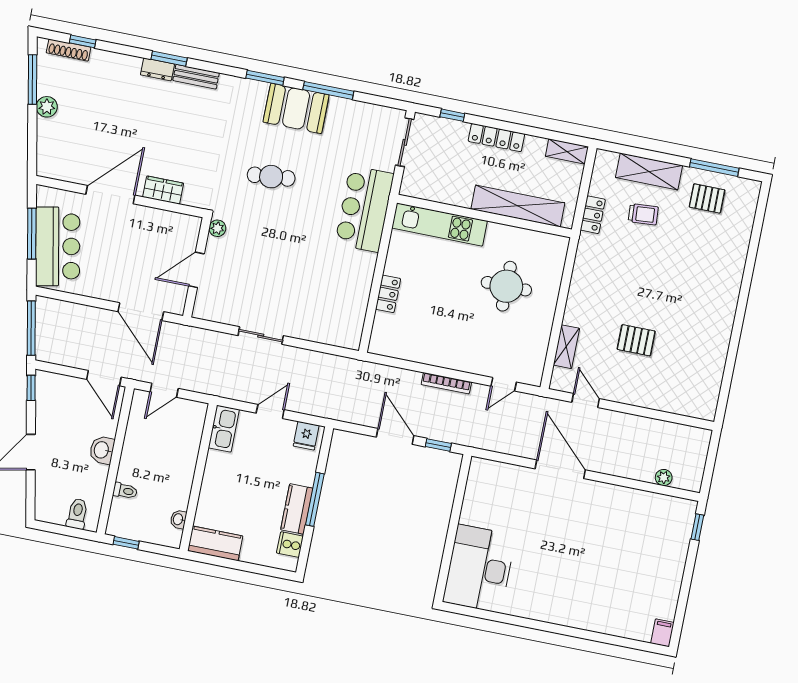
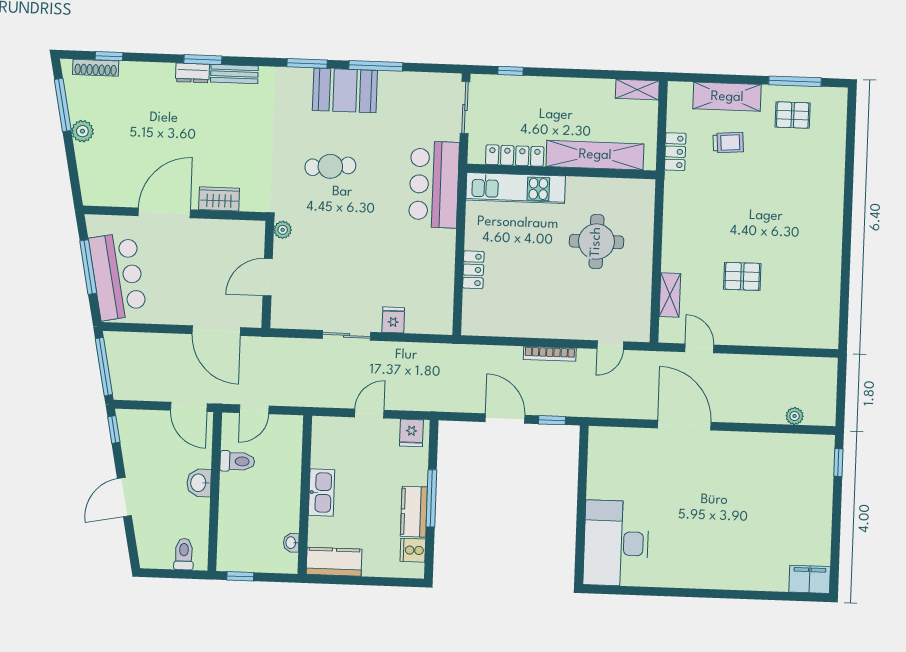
locker: (496, 138) -> (515, 156), moved, turned 180
fridge: (306, 328) -> (393, 320), added
kitchen sink: (224, 429) -> (322, 492), moved
toilet: (125, 491) -> (237, 461), moved, width x1.37, depth x1.39
filing cabinet: (662, 633) -> (810, 579), width x2.00

